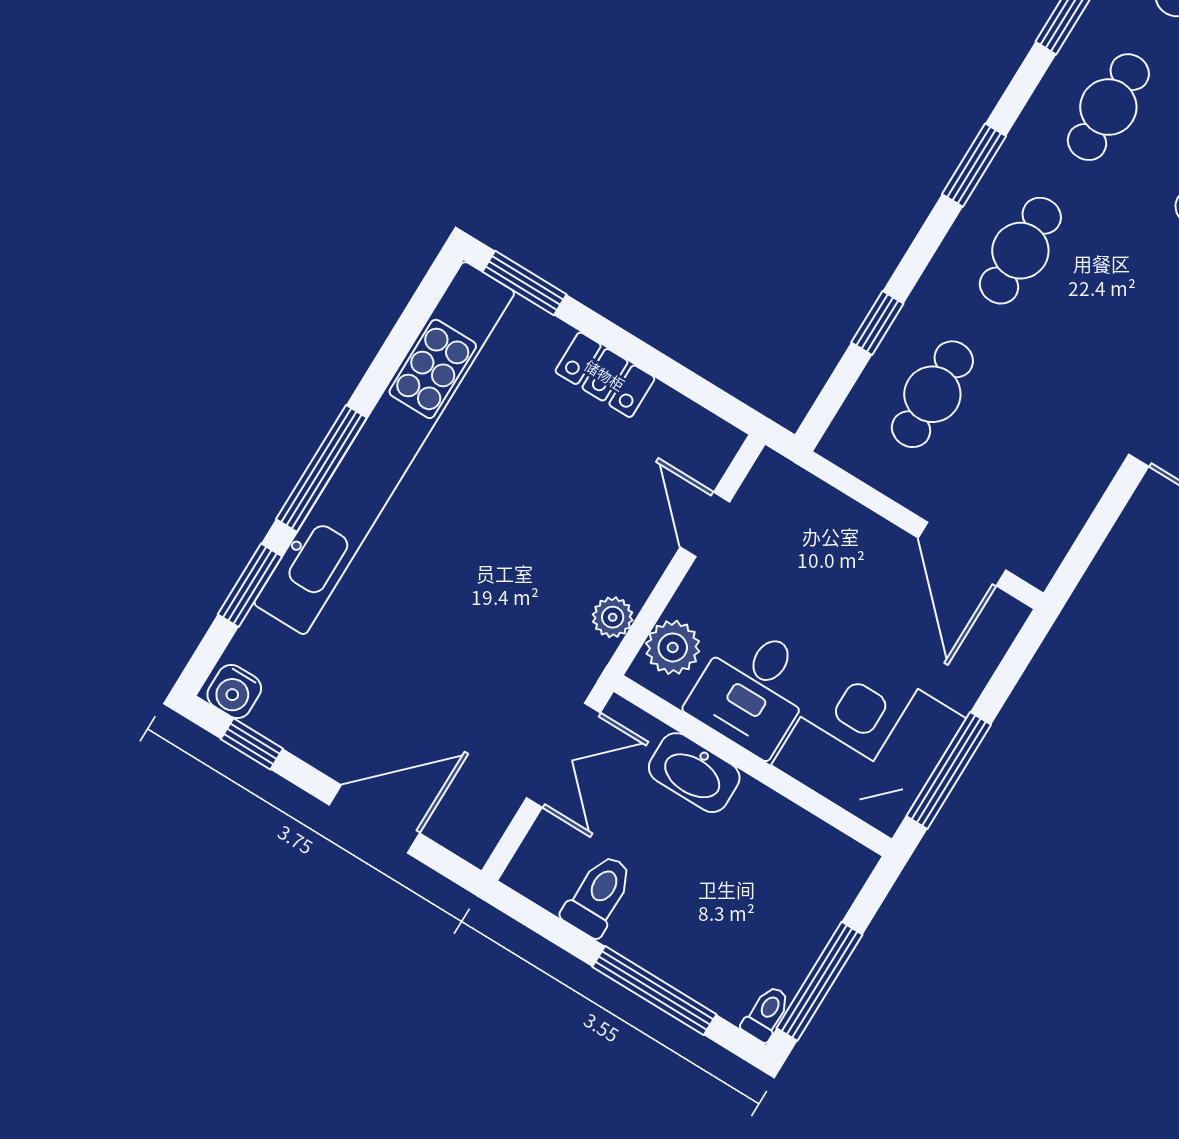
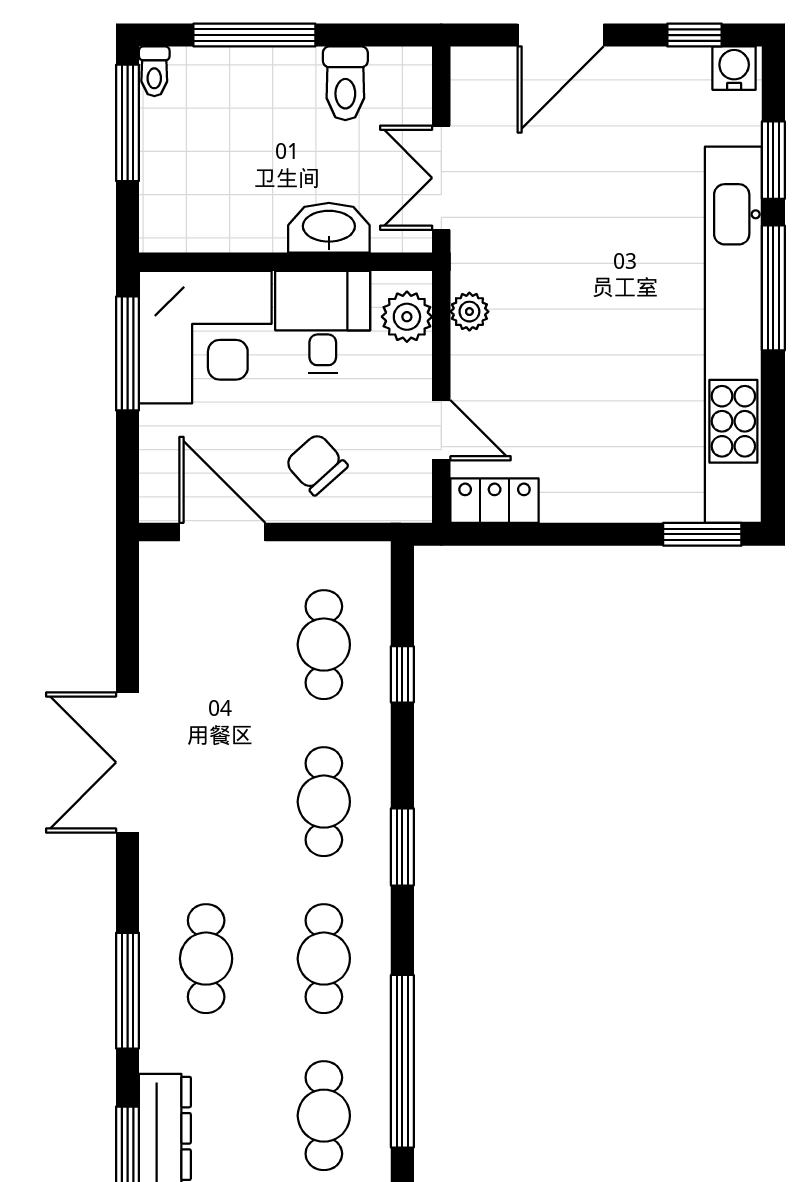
locker: (605, 375) -> (495, 501), moved
chair: (838, 563) -> (316, 464), added

